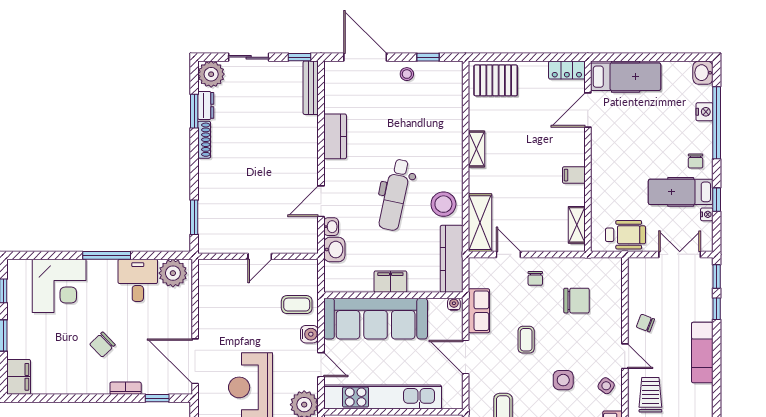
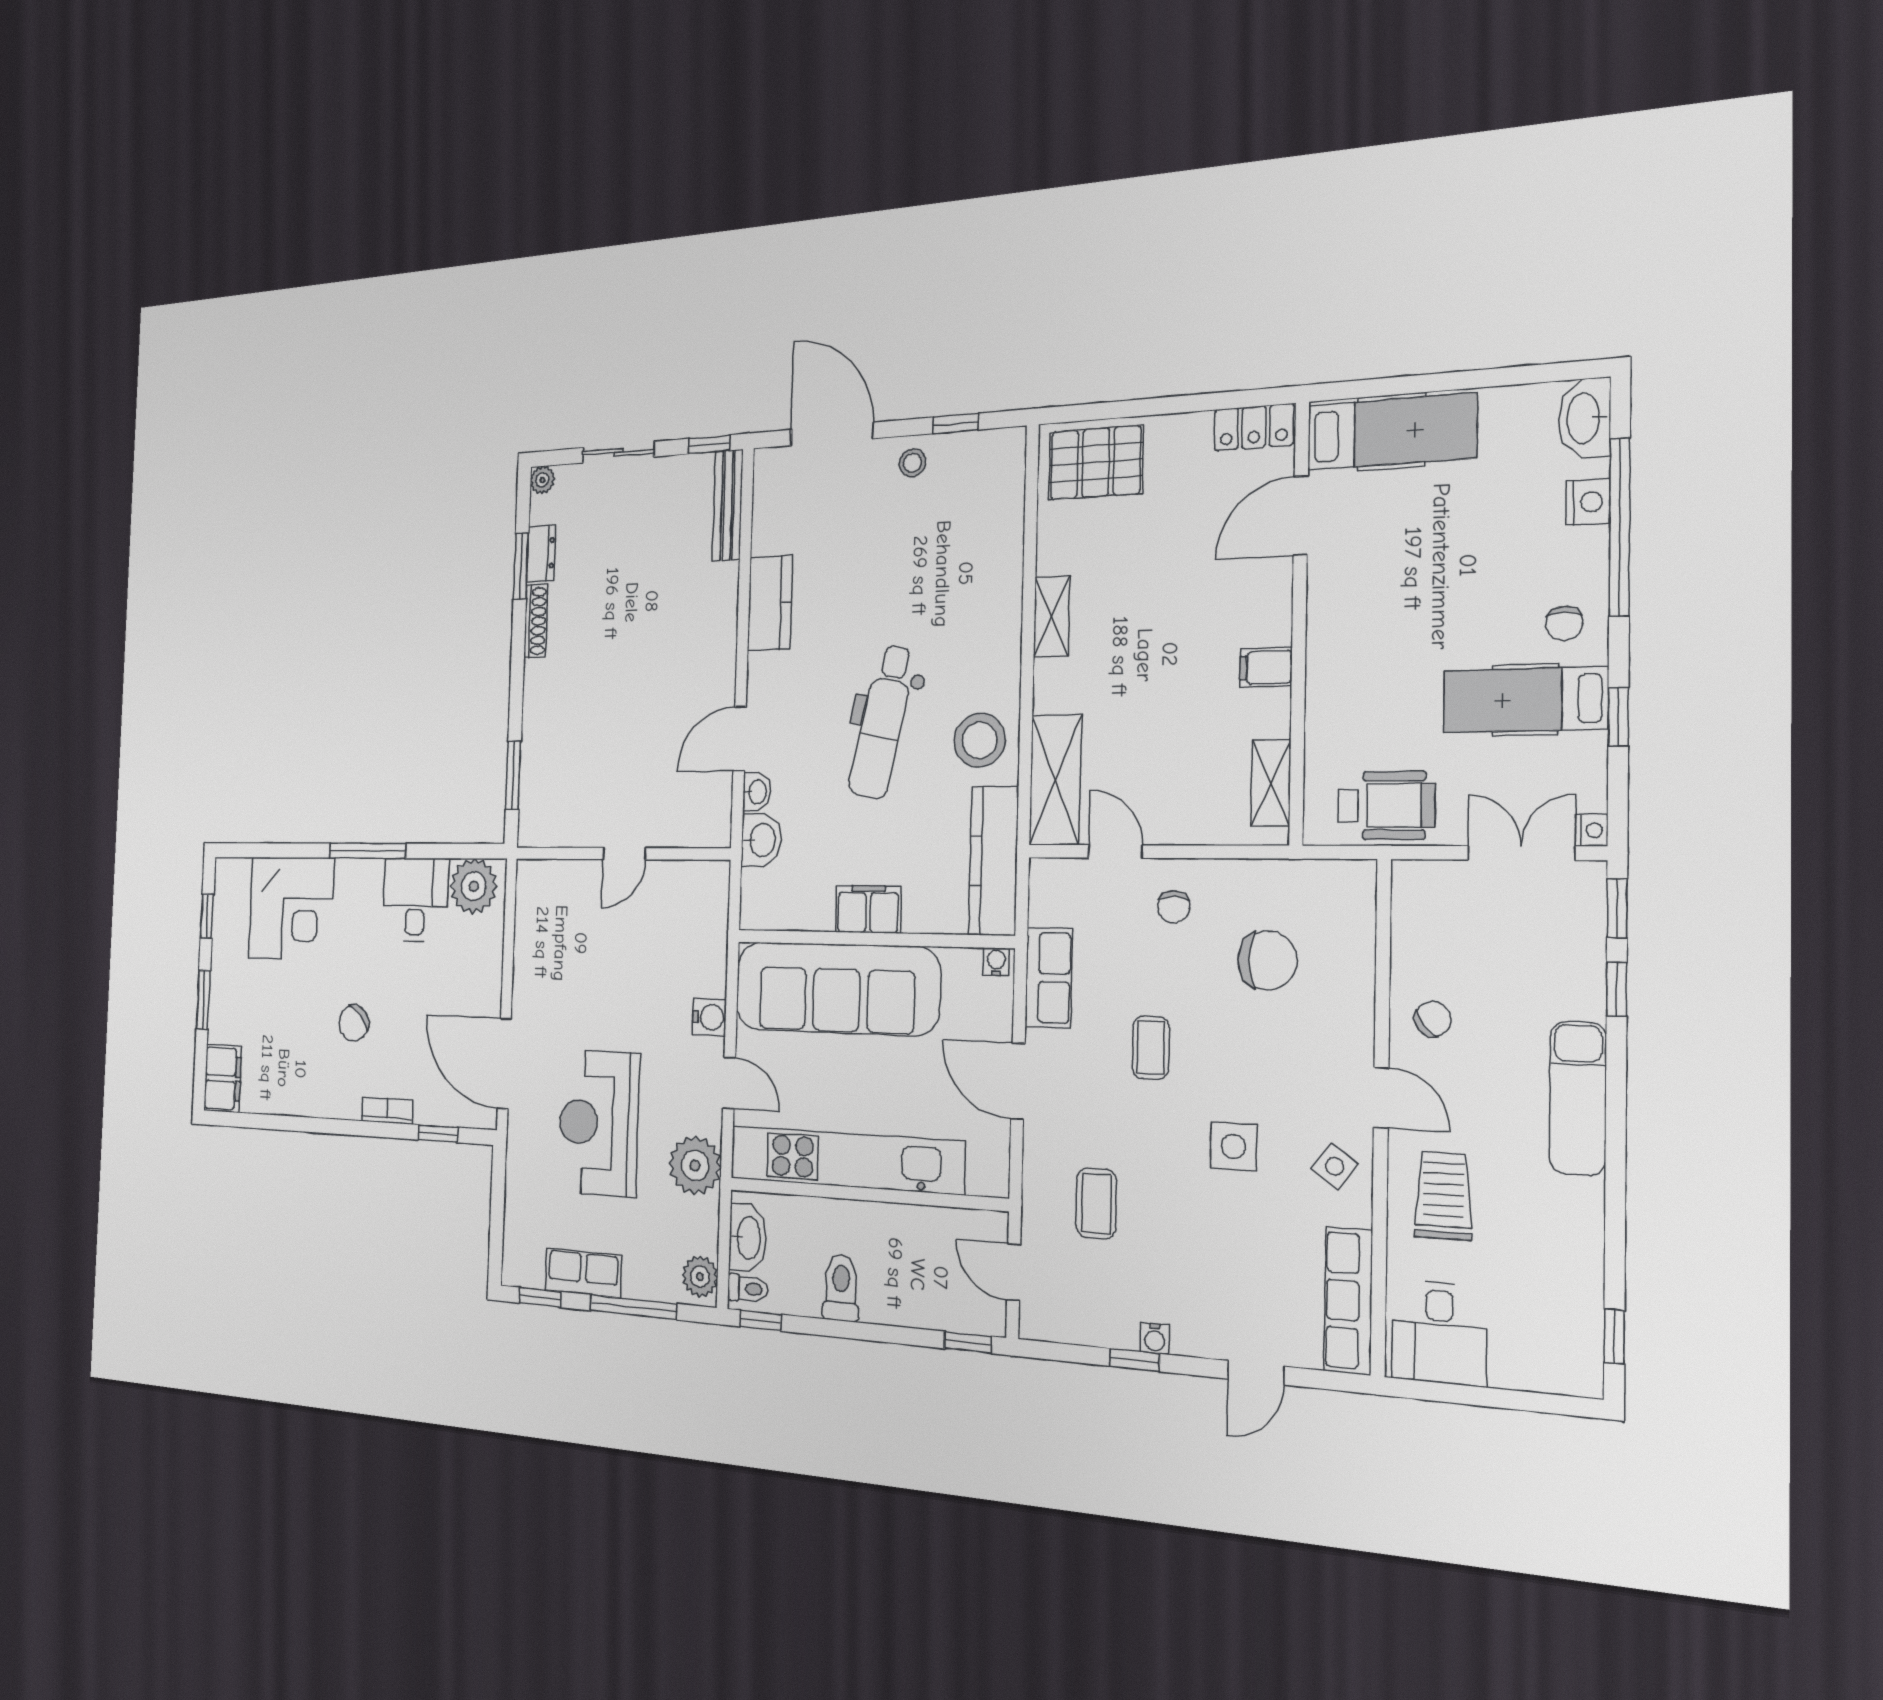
washbasin: (703, 73) -> (1585, 418), width x1.38
plant: (211, 74) -> (542, 480), width x0.53, depth x0.53
nightstand: (707, 214) -> (1592, 830), moved
coffee table: (297, 305) -> (688, 954), removed
chair: (645, 323) -> (1433, 1019), turned 121

